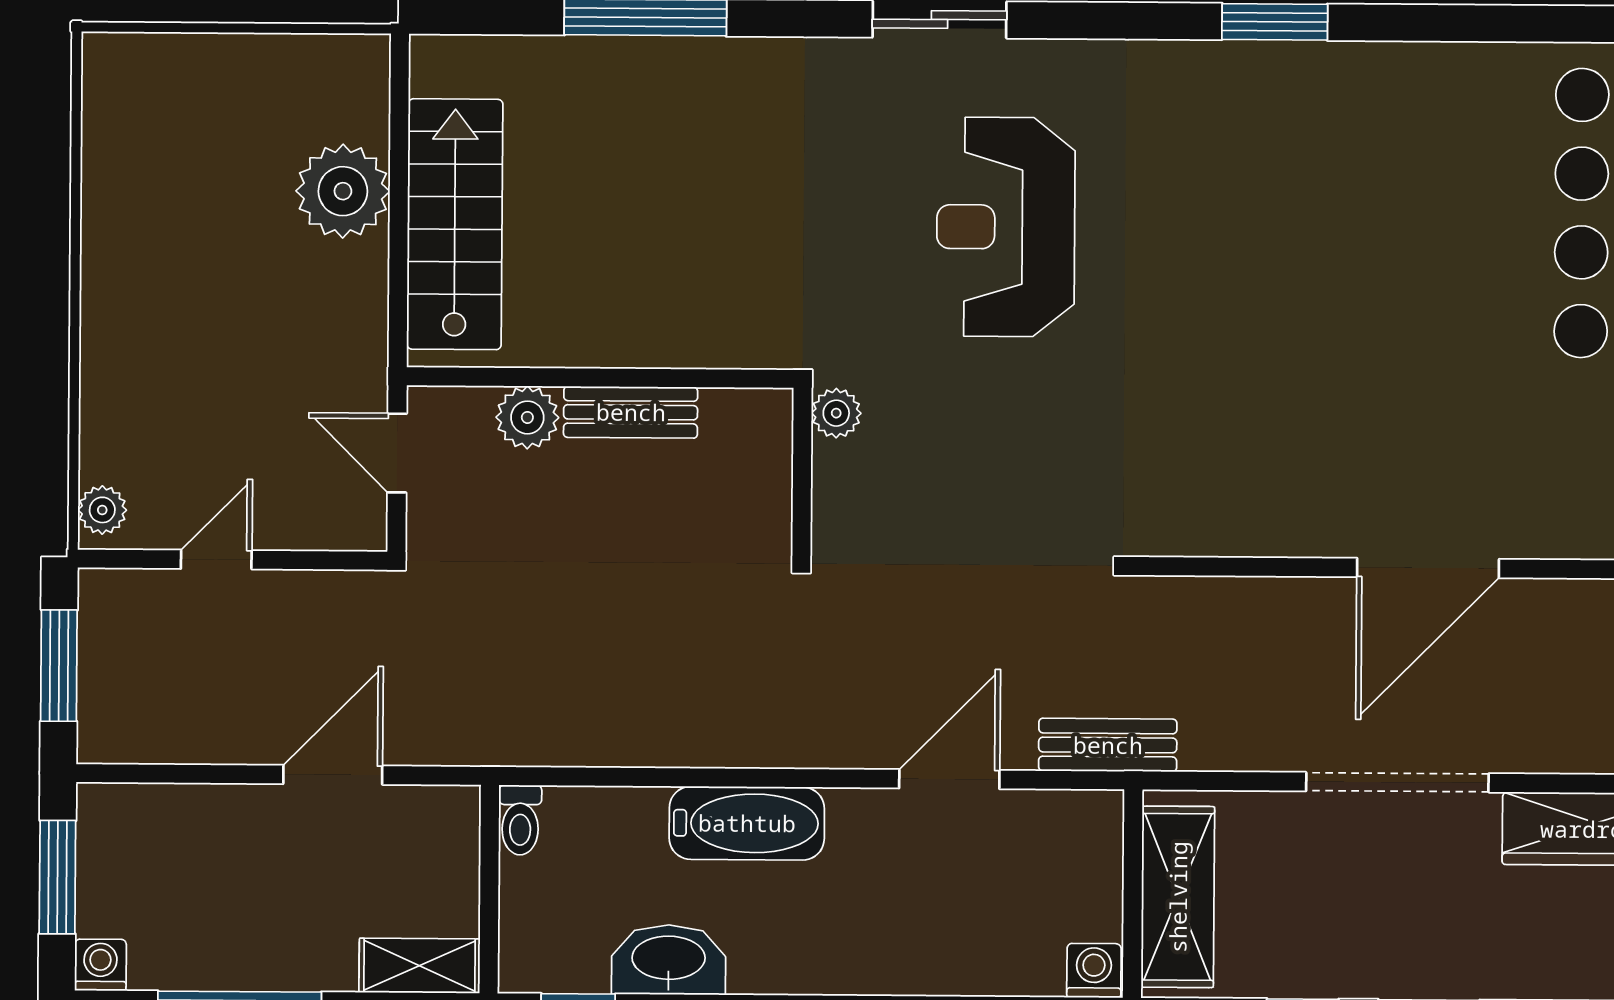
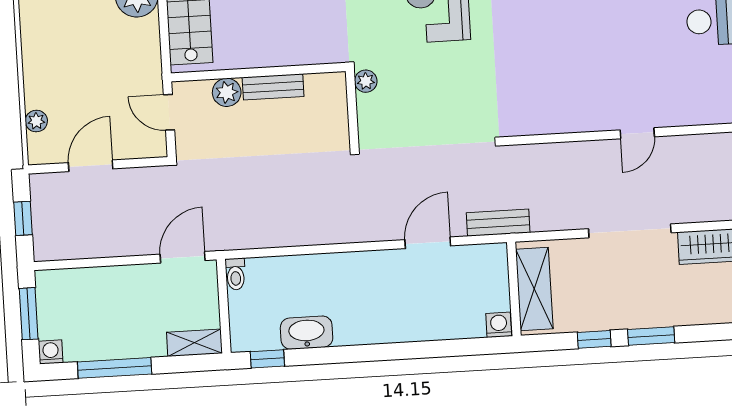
plant: (102, 510) -> (36, 121), moved
door: (216, 560) -> (91, 166), width x1.38
door: (1428, 568) -> (637, 133), width x0.53
window: (59, 666) -> (23, 218), width x0.67
door: (333, 775) -> (183, 257), moved
bathtub: (747, 823) -> (338, 269), removed

